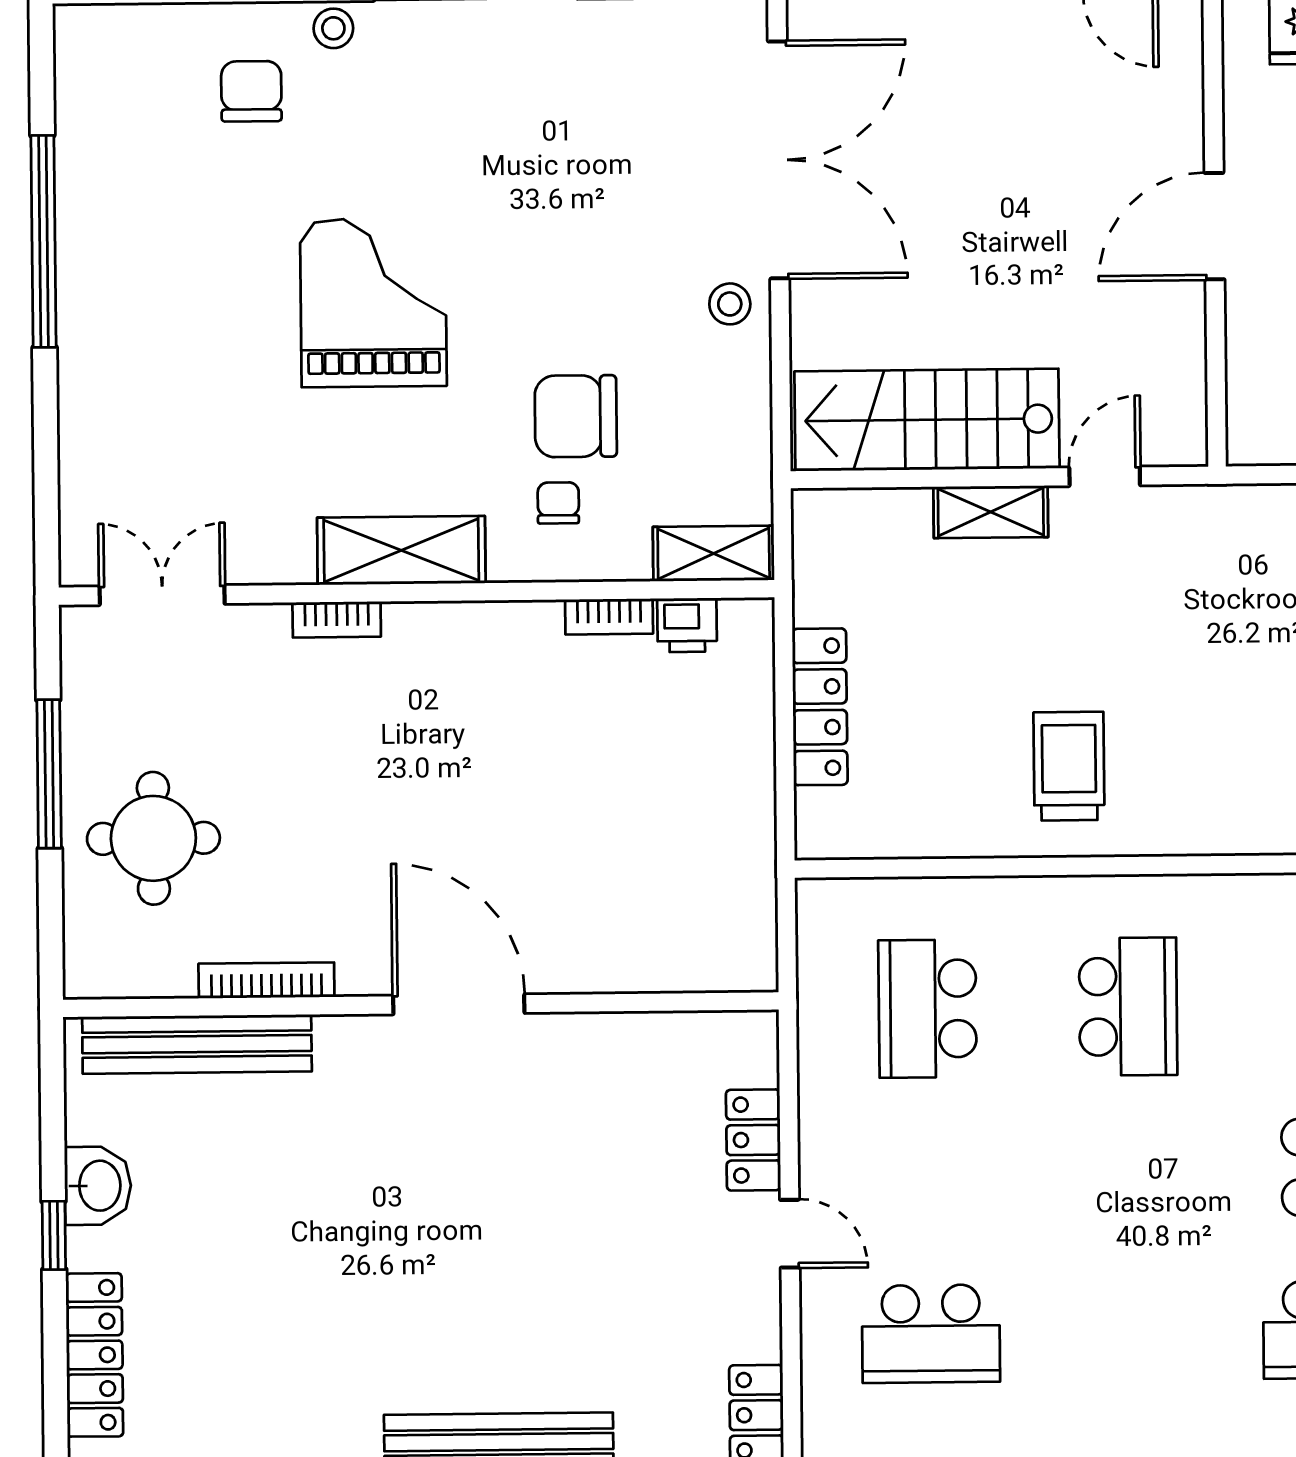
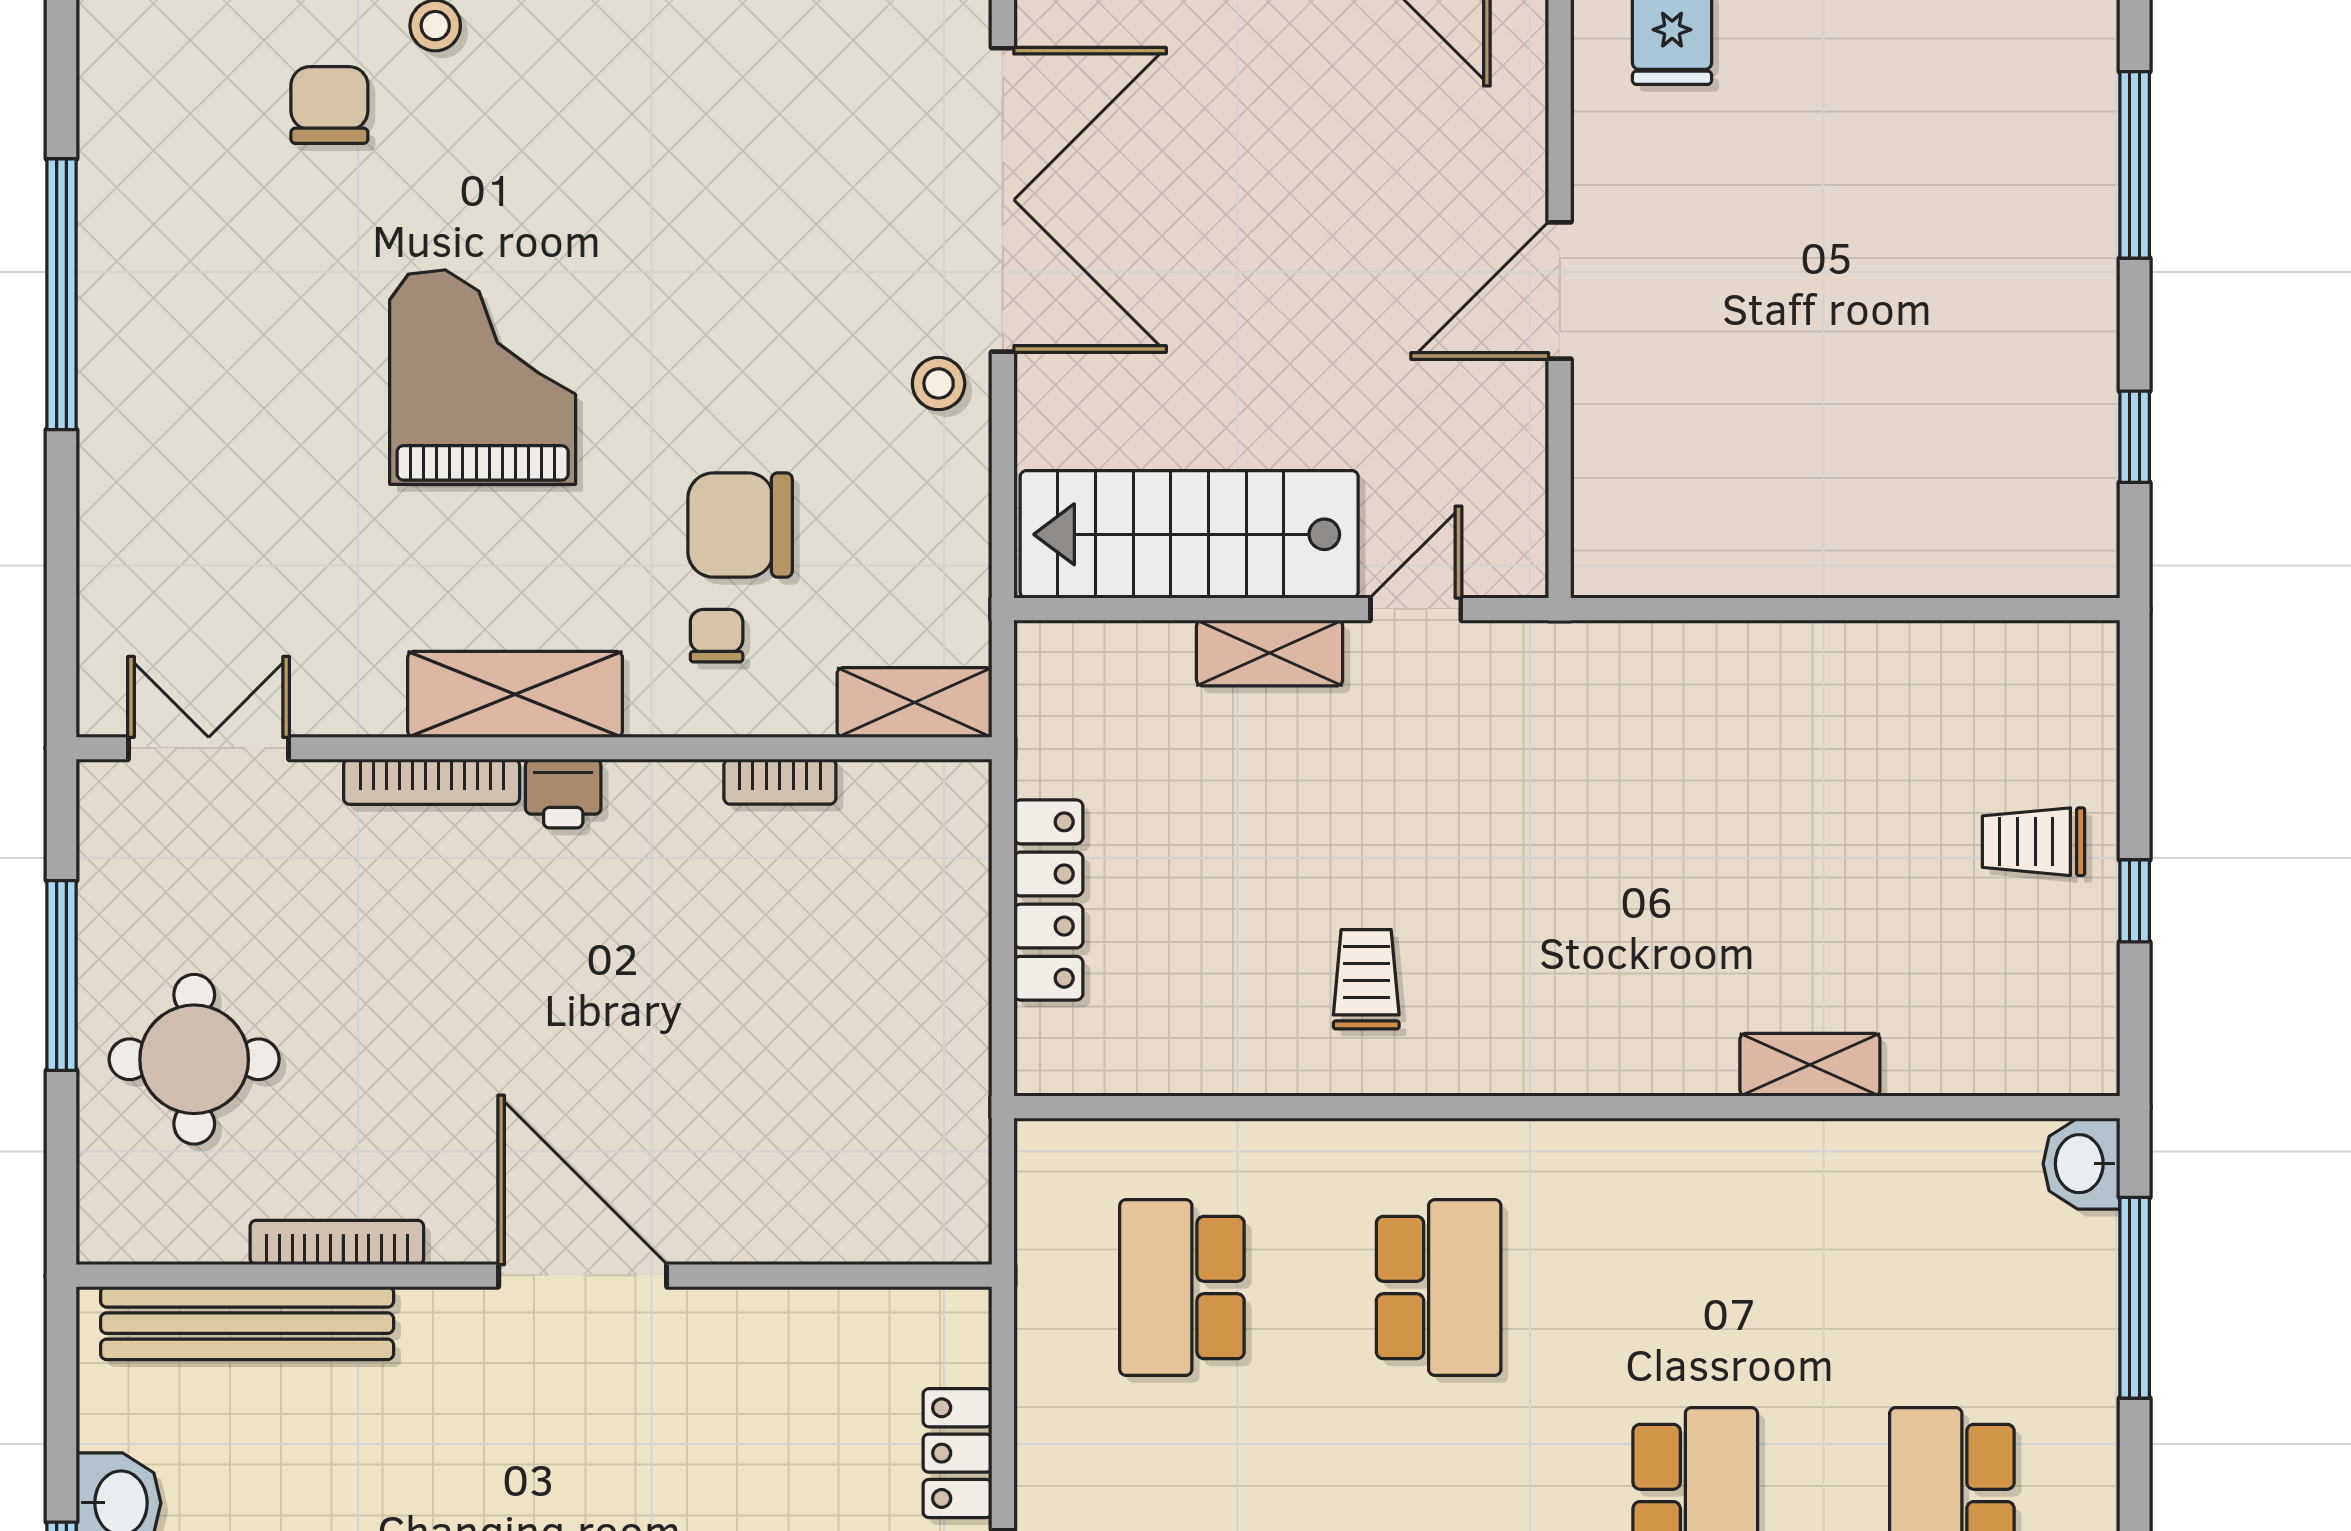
bookcase: (337, 619) -> (432, 782), width x1.56
printer: (687, 625) -> (563, 794), moved
trolley: (1069, 766) -> (1366, 979), width x0.73, depth x0.72

